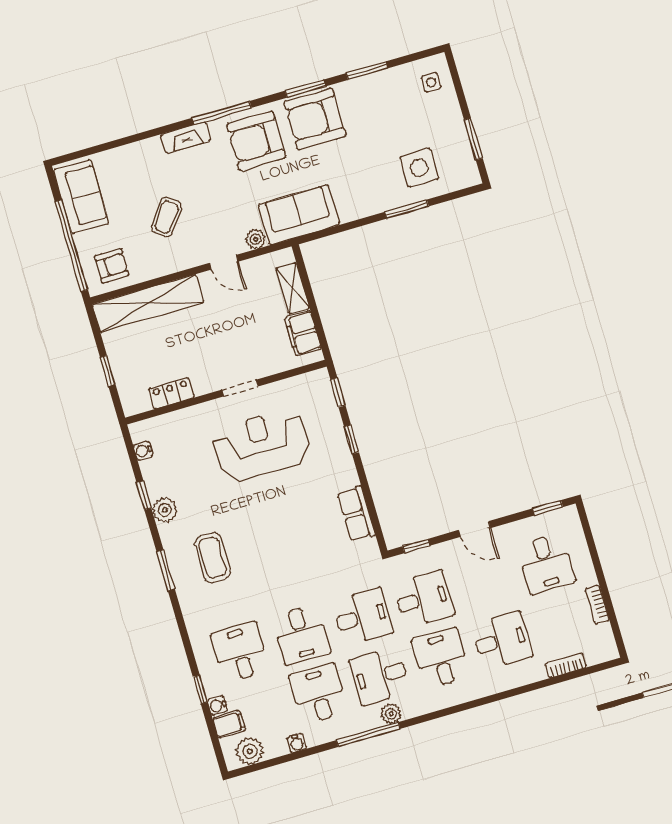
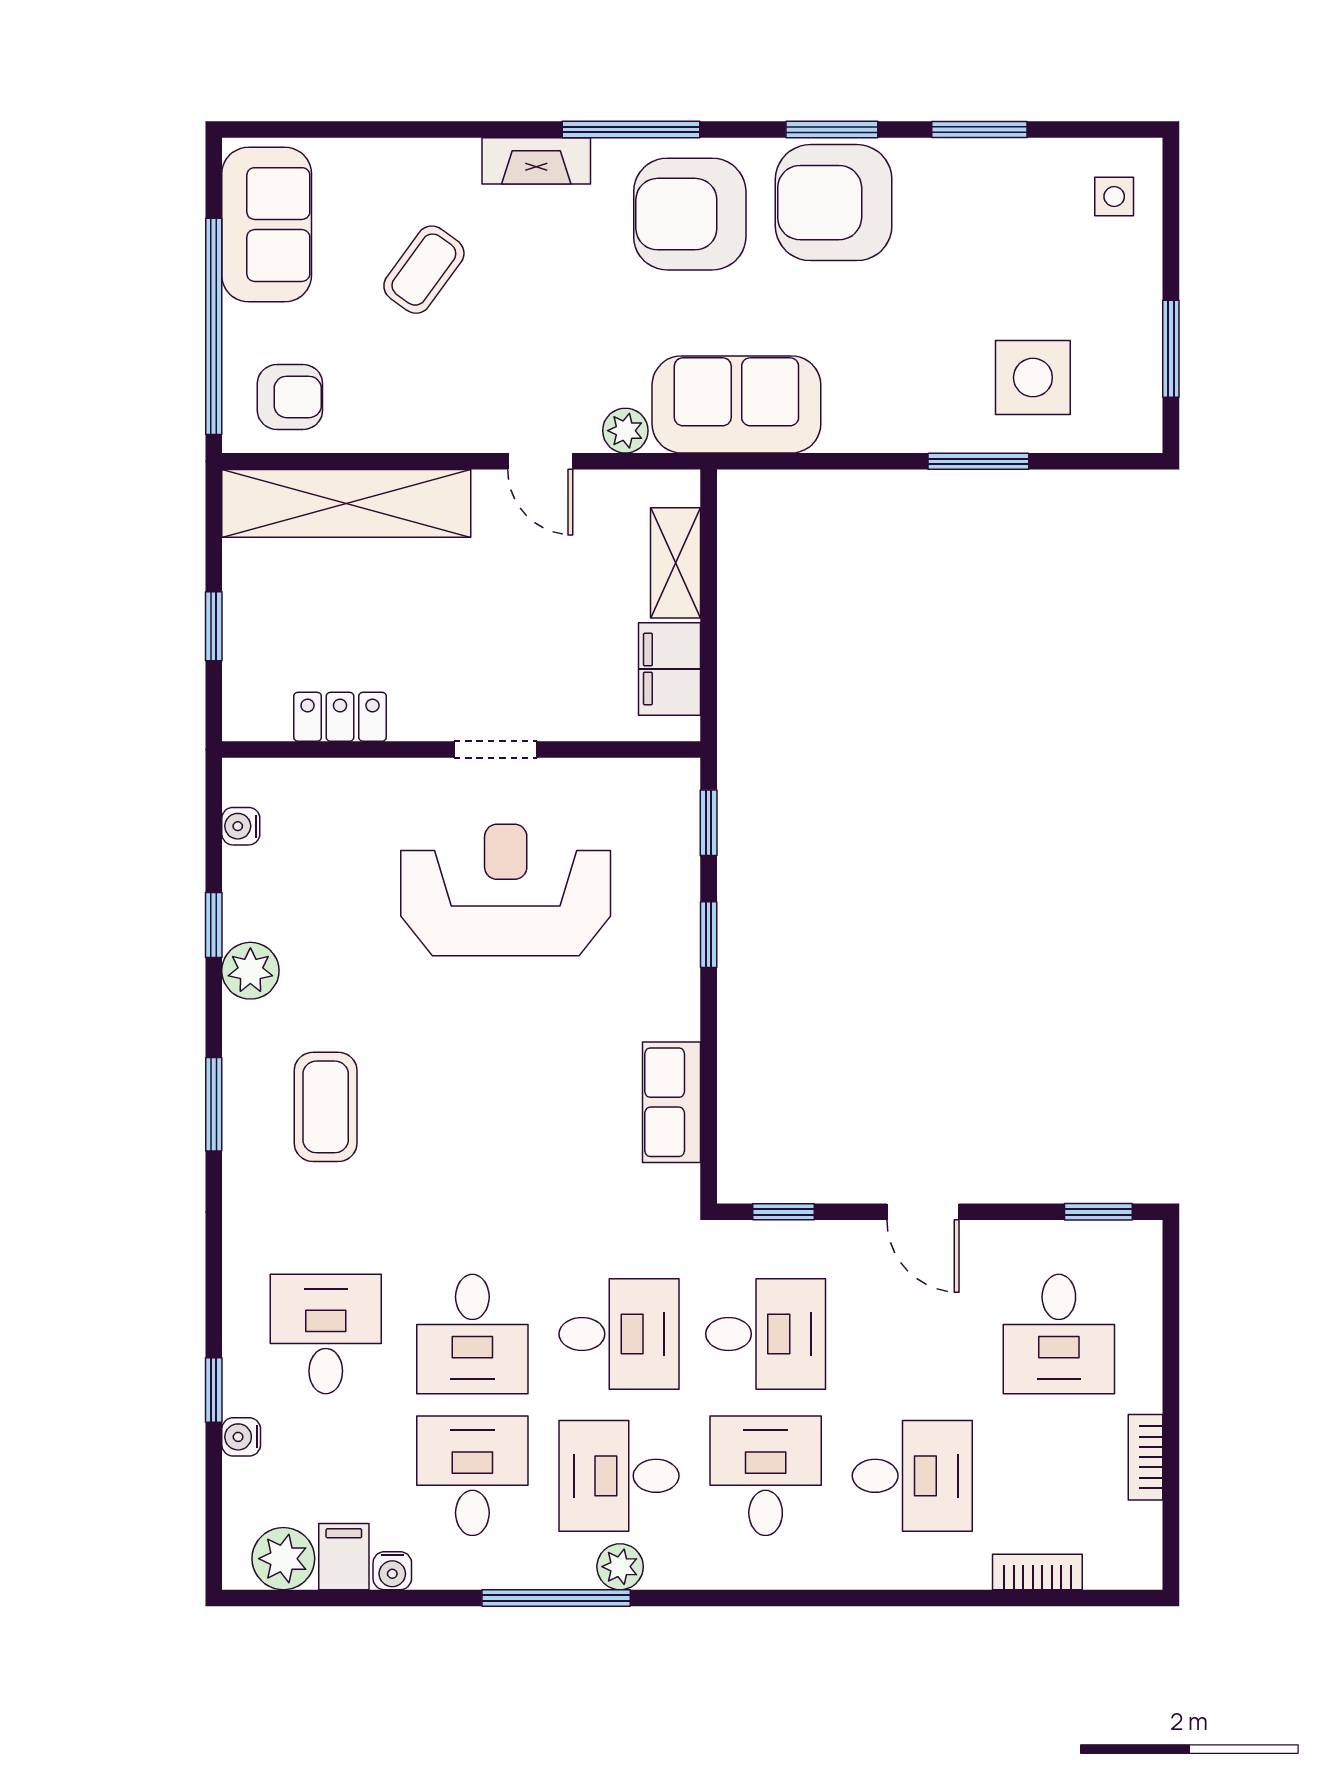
coffee table: (166, 217) -> (424, 270), moved
filing cabinet: (229, 724) -> (344, 1557), moved, turned -90

